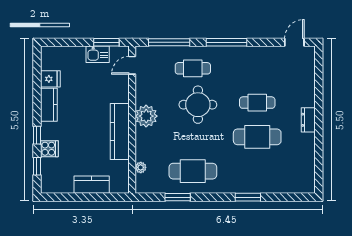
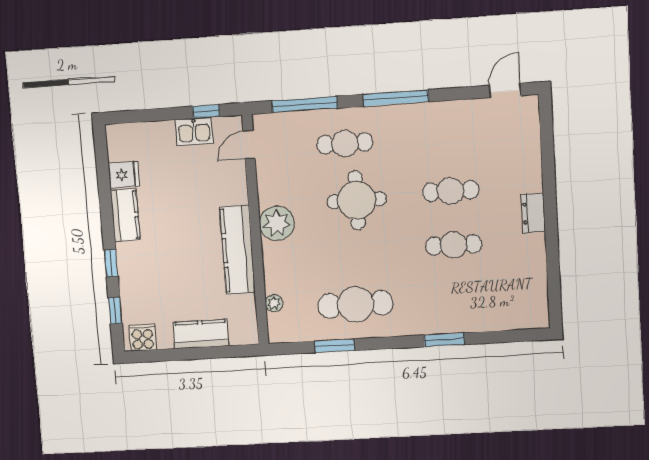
window: (106, 42) -> (206, 111), width x0.67
cafe table: (257, 137) -> (454, 245), width x0.73, depth x0.74
cooker: (49, 149) -> (143, 338), moved, turned -90

